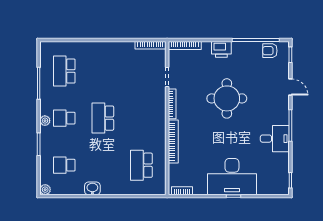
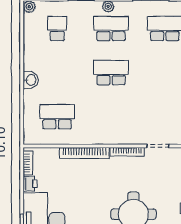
school desk: (64, 118) -> (111, 28), width x1.85
washbasin: (92, 188) -> (31, 80), moved
printer: (200, 189) -> (30, 184), added

